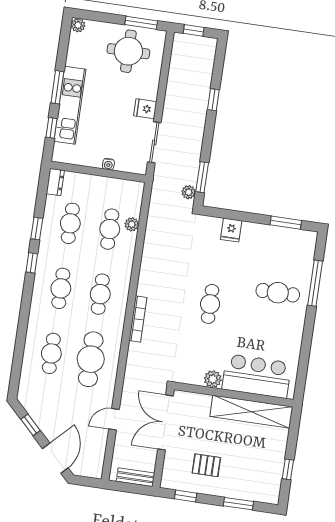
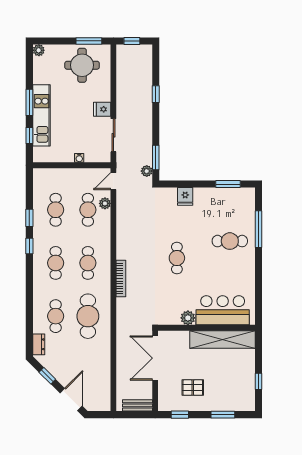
dresser: (55, 182) -> (39, 344), moved
door: (114, 419) -> (113, 181), moved

